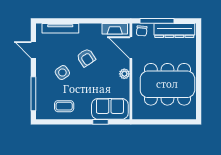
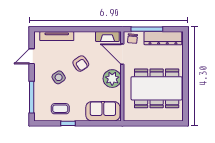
door: (33, 50) -> (32, 56), hinge flipped
plant: (124, 74) -> (112, 79), width x1.87, depth x1.87
window: (101, 122) -> (68, 123), moved

